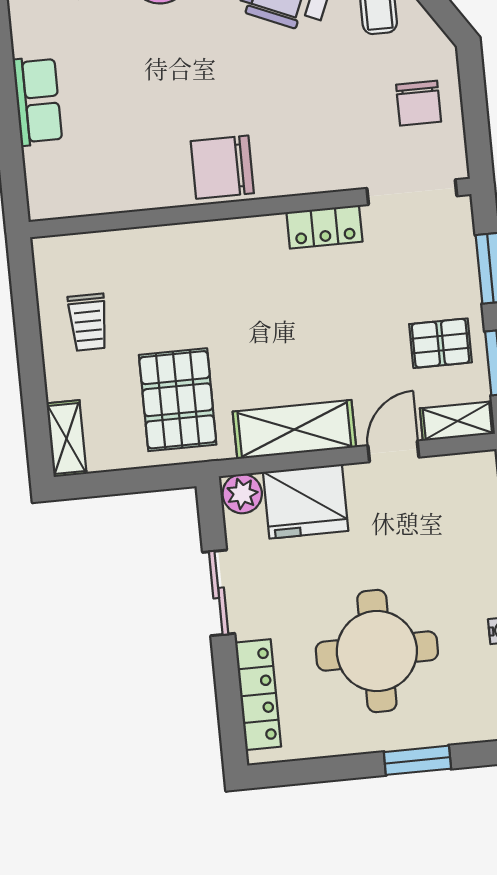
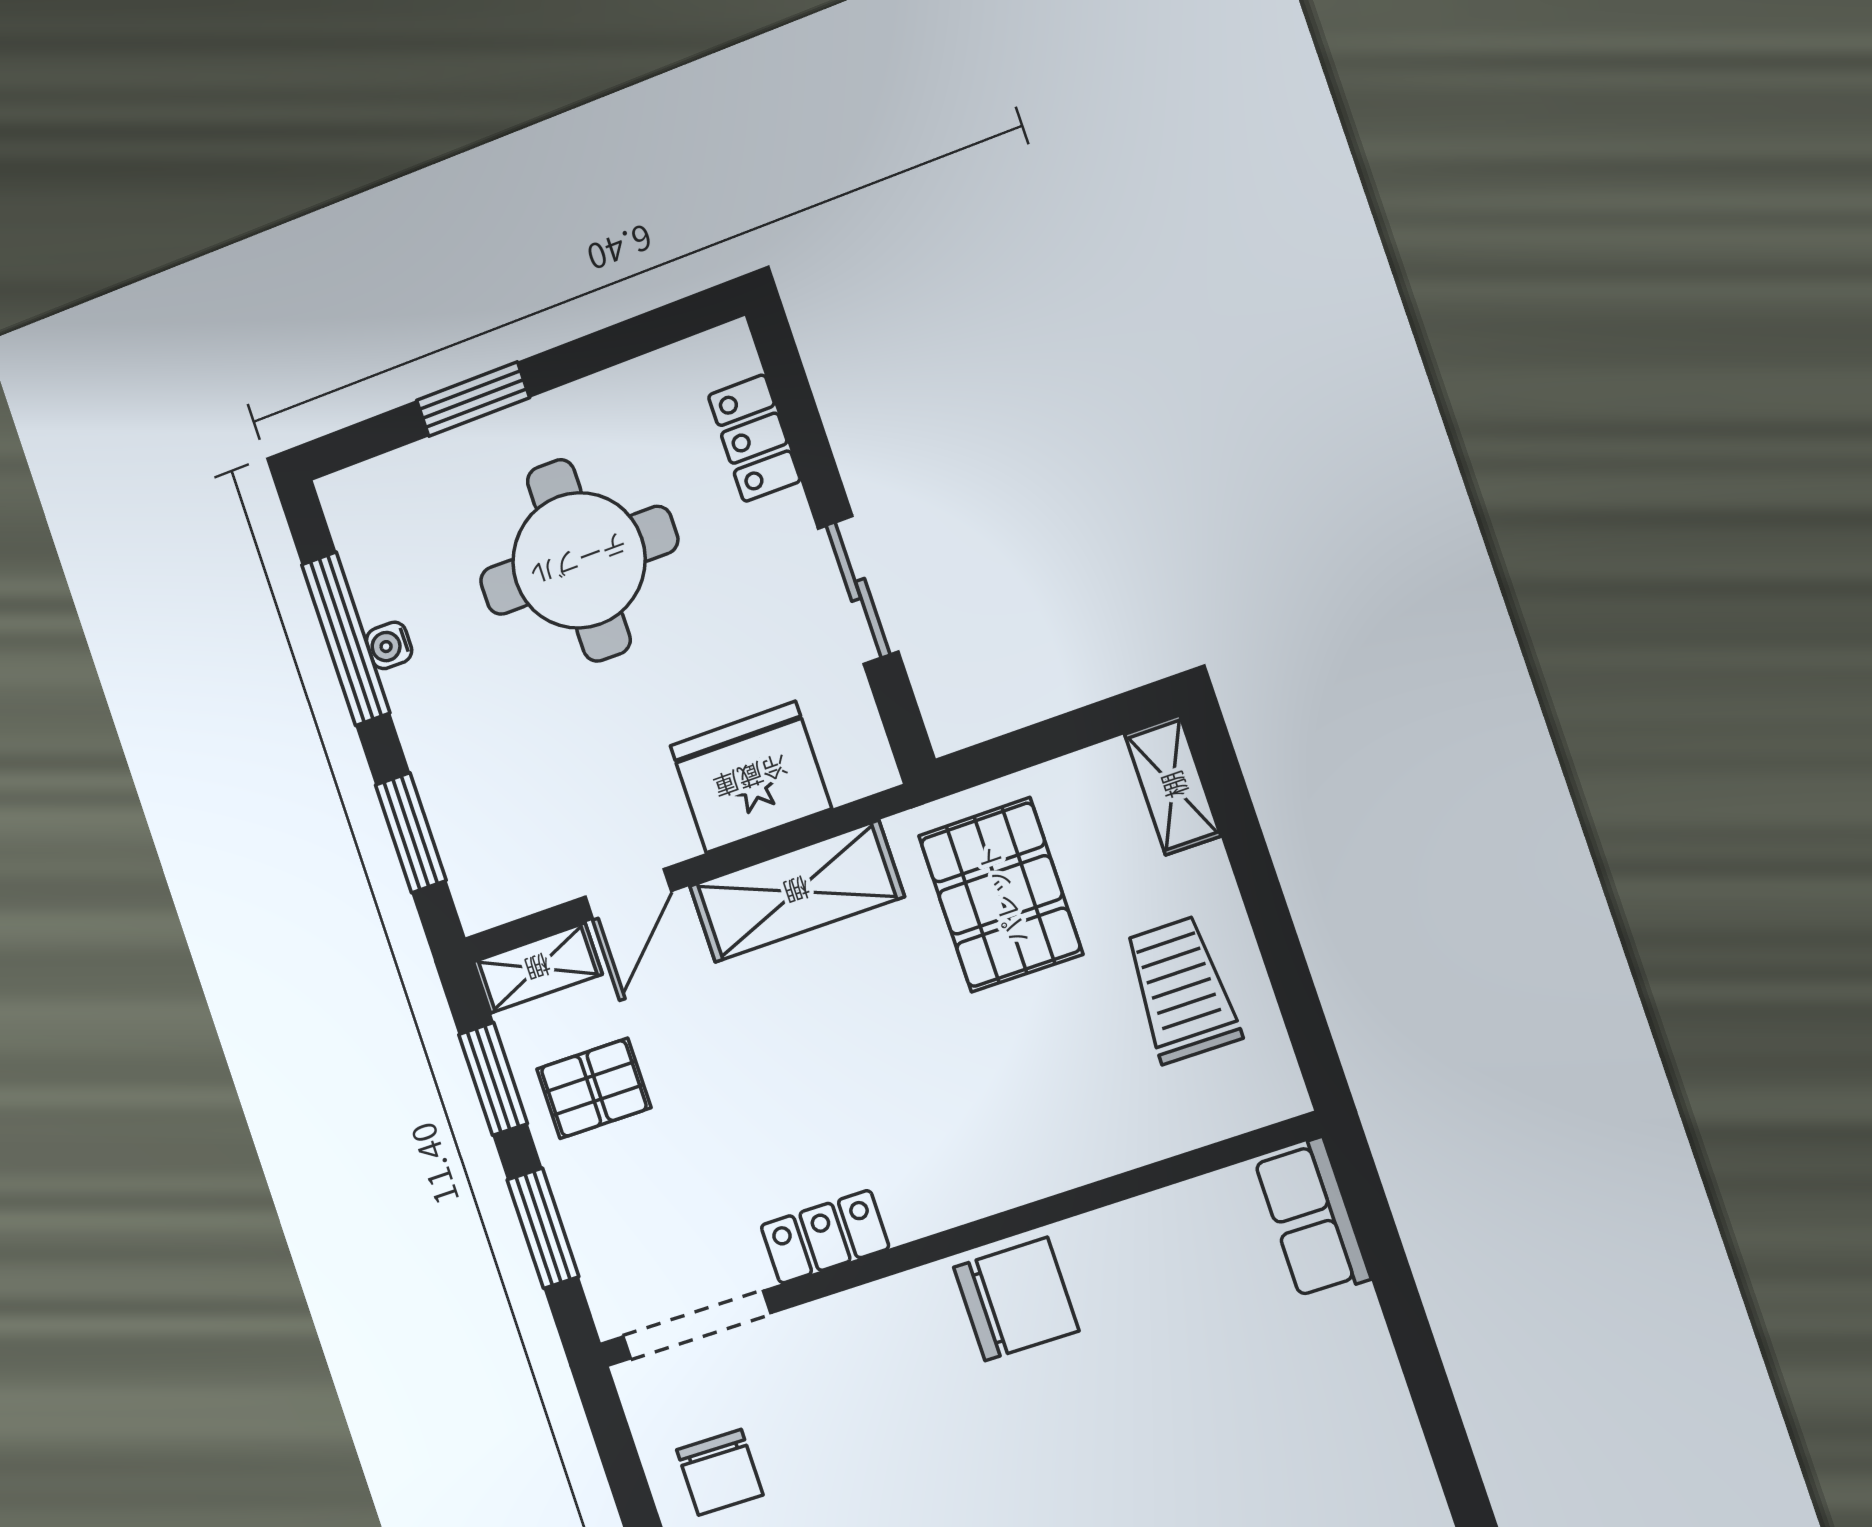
row of seats: (38, 101) -> (1312, 1219), moved
chair: (419, 103) -> (720, 1472), turned 180
trolley: (88, 322) -> (1182, 990), width x1.36, depth x1.39
plant: (242, 494) -> (857, 764), removed
locker: (258, 695) -> (754, 438), width x0.66

